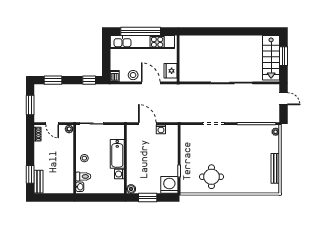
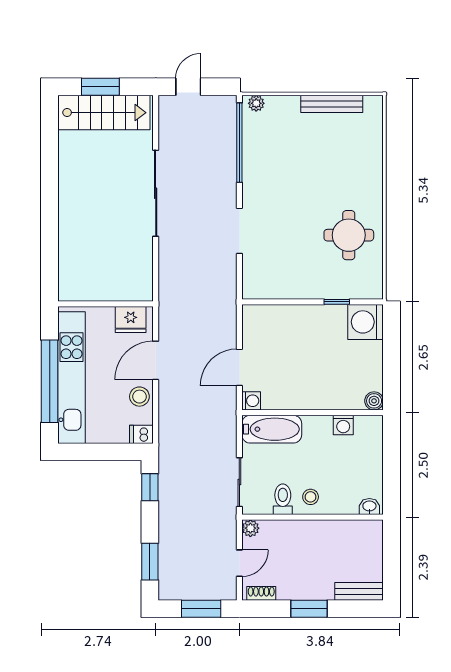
washing machine: (161, 129) -> (251, 401), moved
bathtub: (117, 154) -> (272, 429), moved
window: (30, 174) -> (309, 609), moved
toilet: (83, 176) -> (283, 499), moved
window: (148, 198) -> (392, 367), removed

